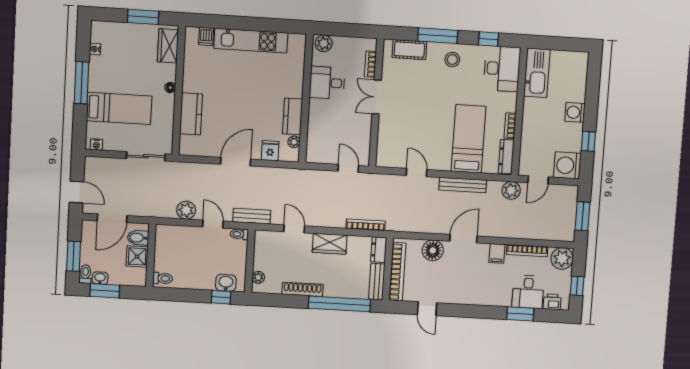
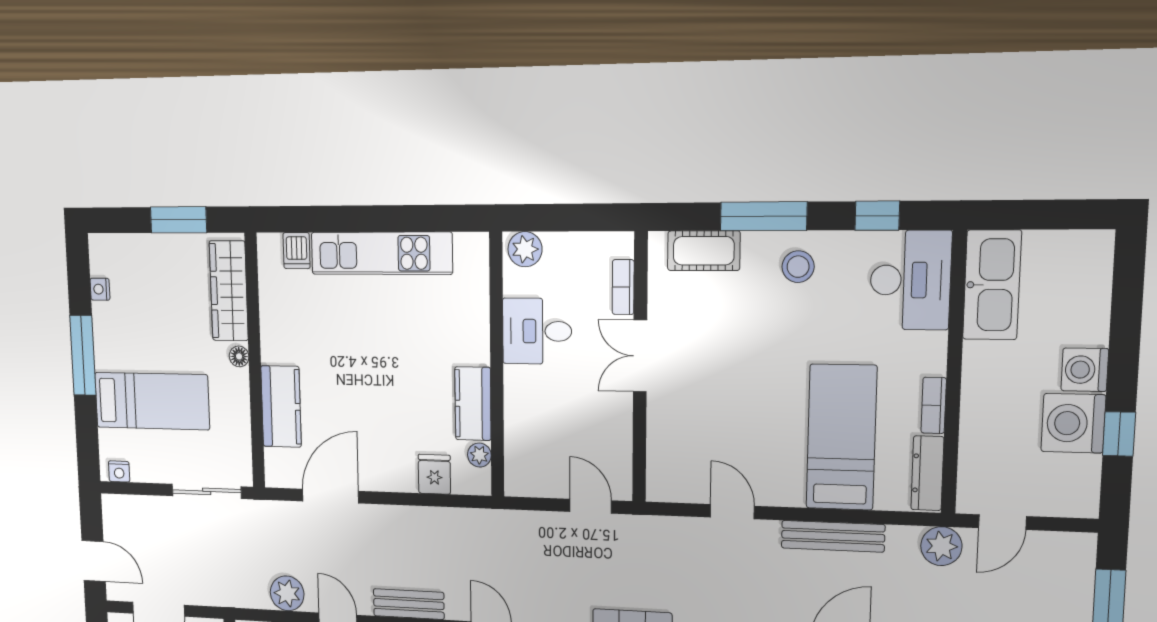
wardrobe: (168, 46) -> (229, 291), width x1.50
door: (236, 162) -> (331, 496), moved
washing machine: (567, 165) -> (1073, 423), moved

